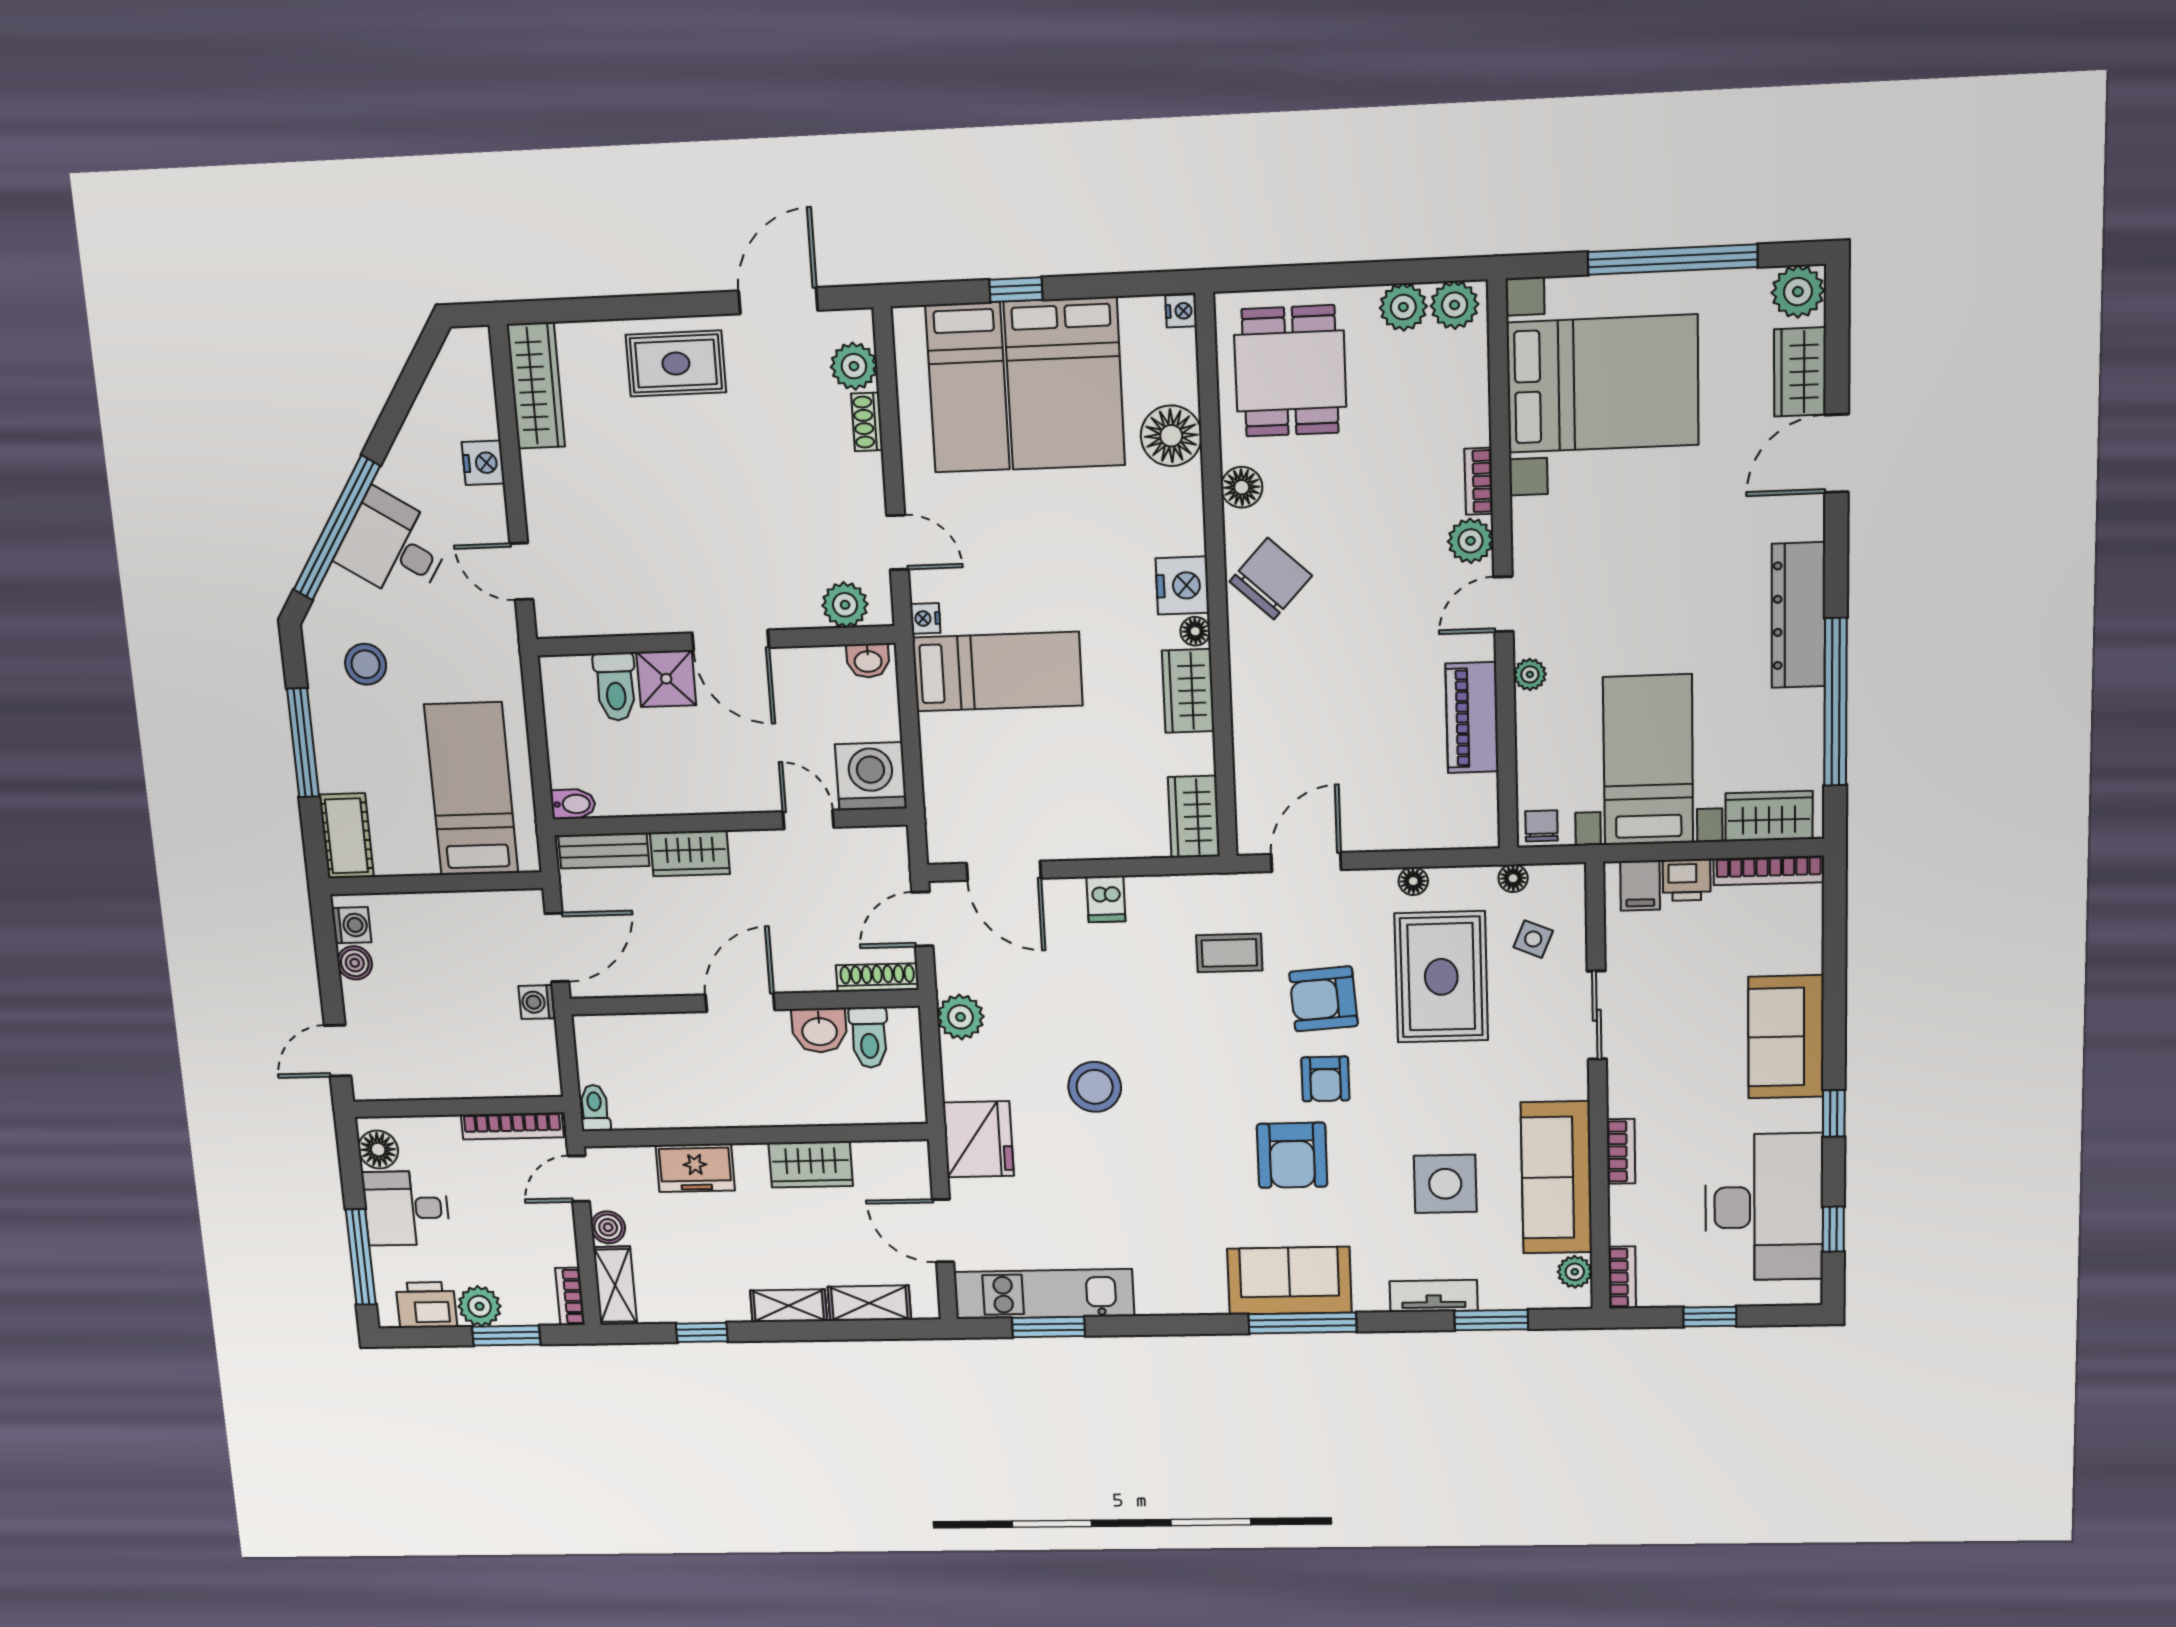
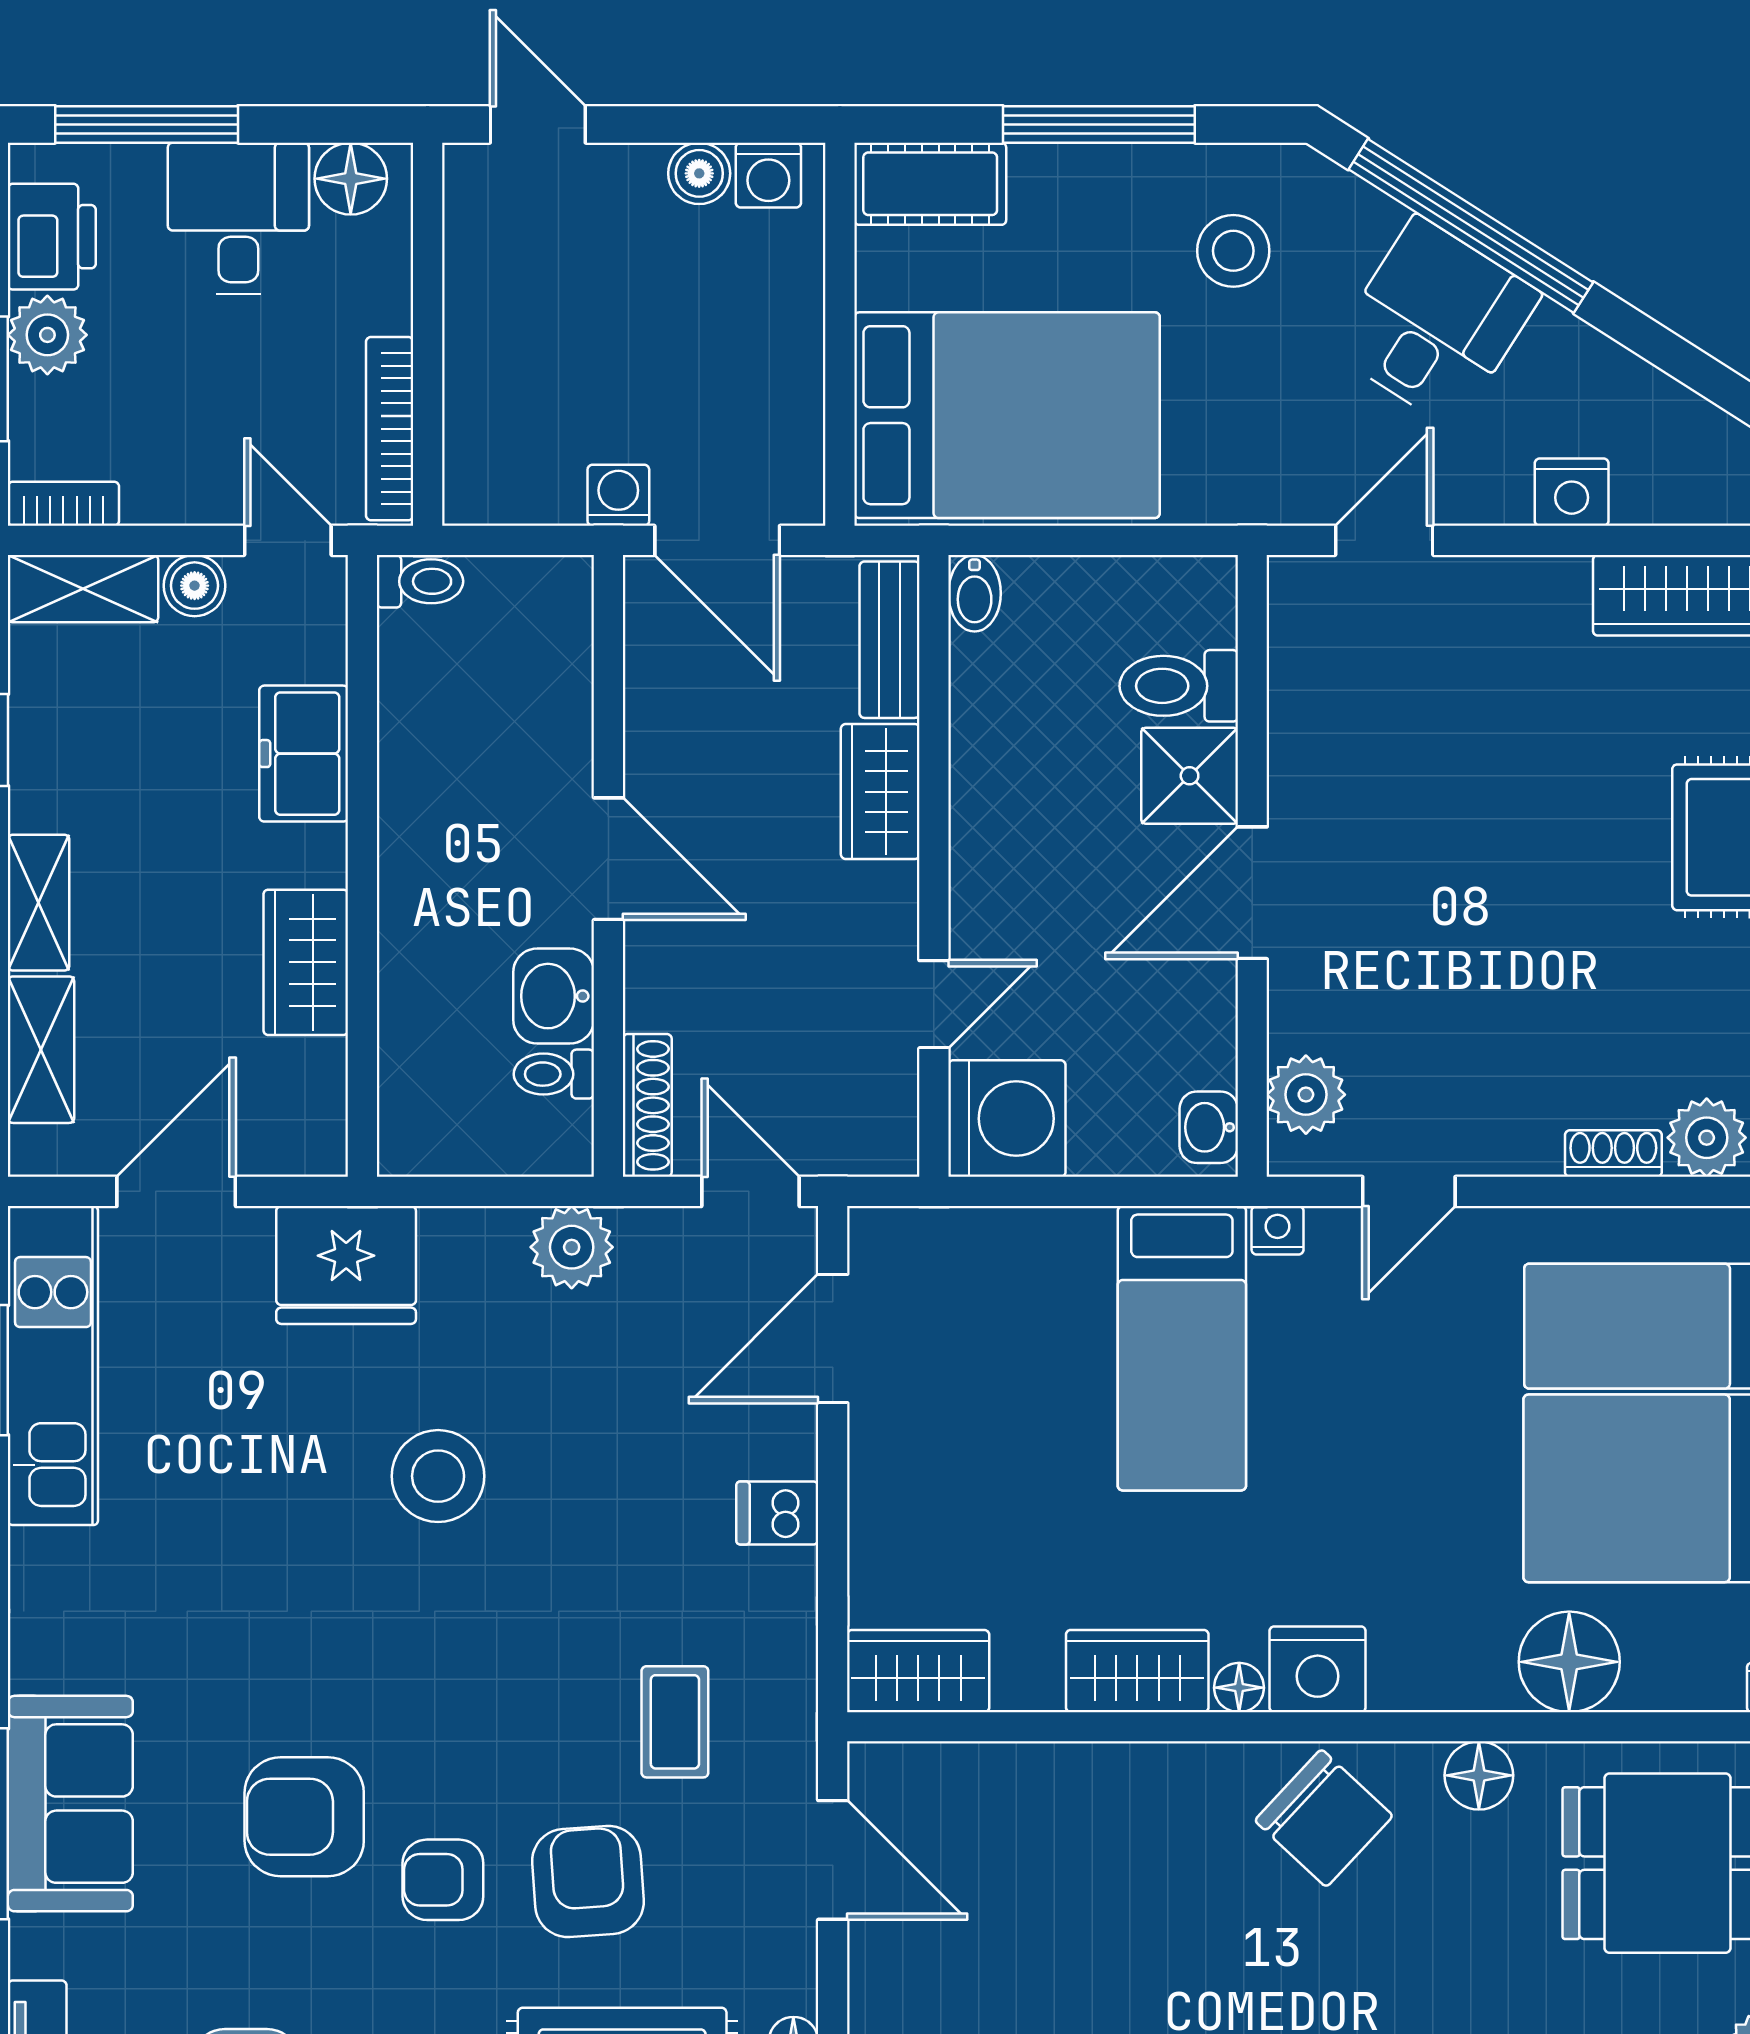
bed: (471, 789) -> (1007, 415), width x1.50
toilet: (869, 1037) -> (554, 1074), width x0.73, depth x0.72

